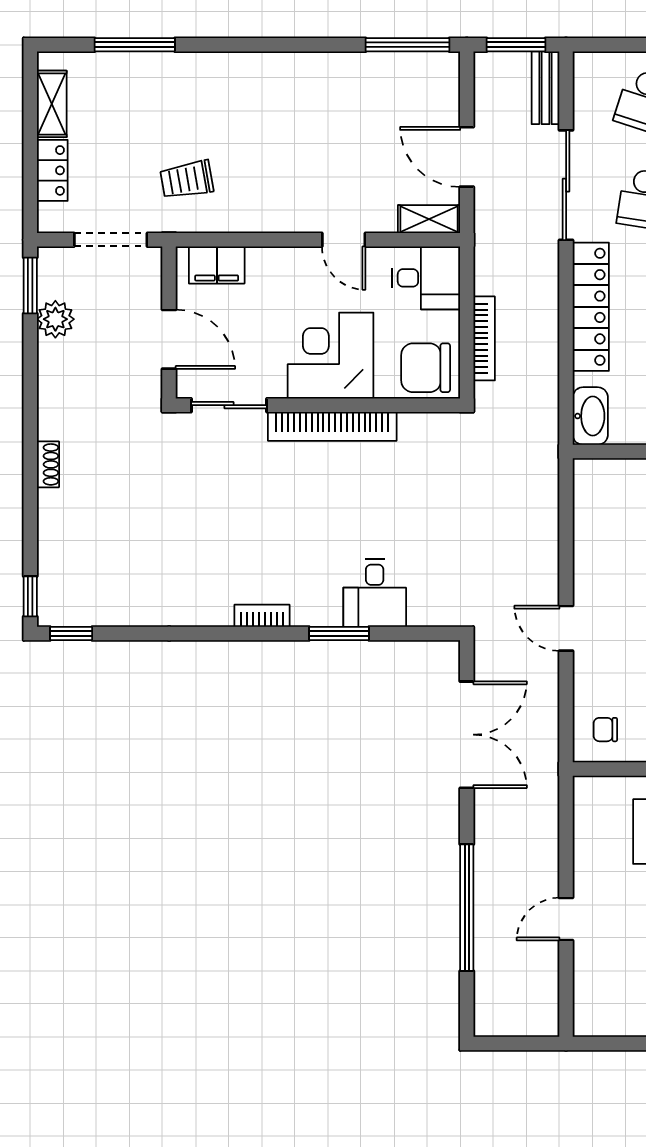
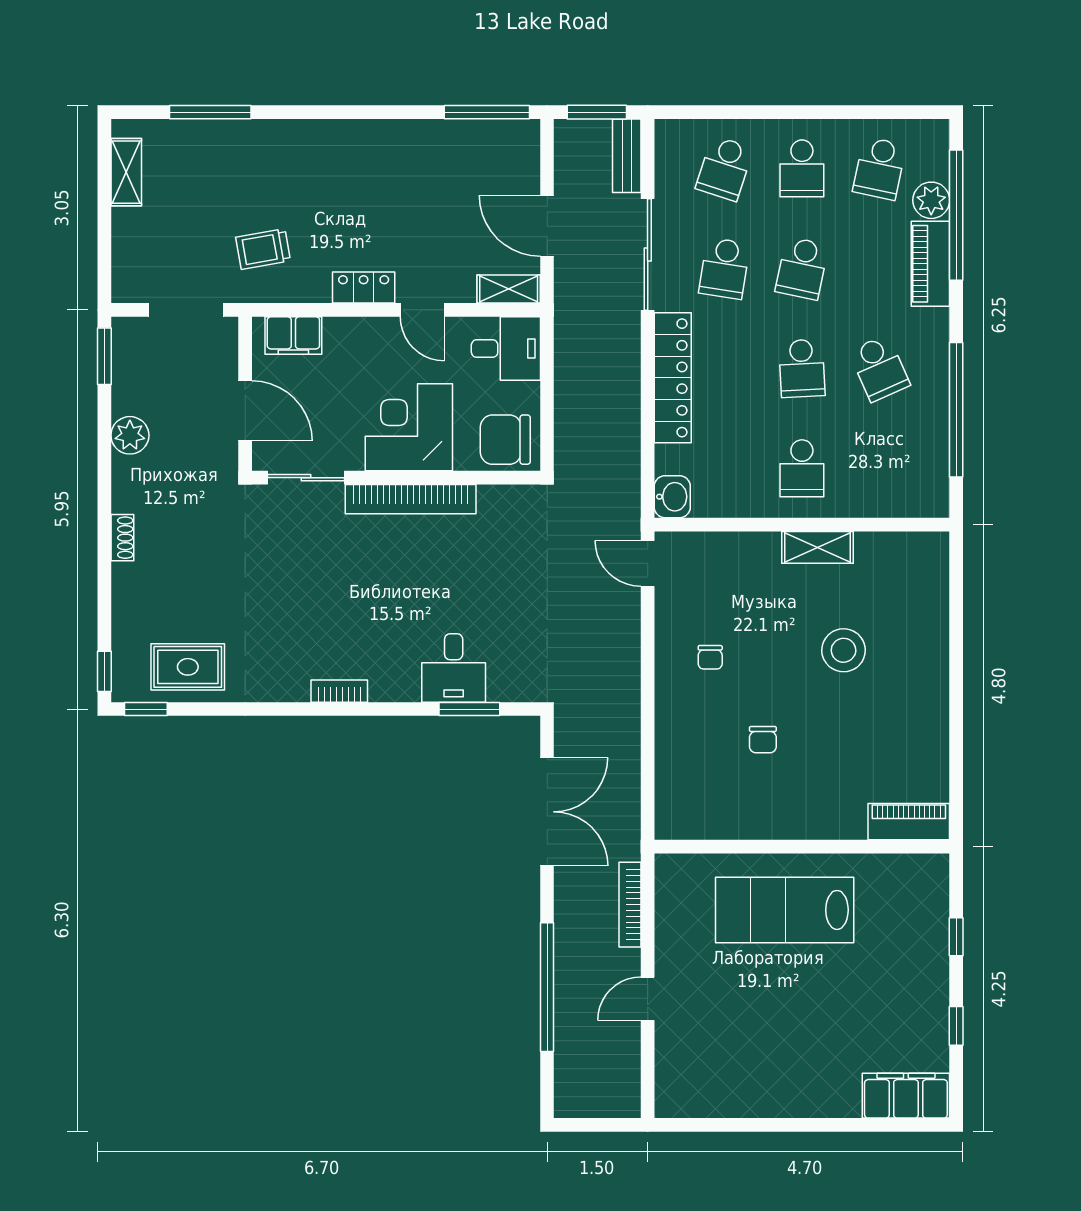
locker: (52, 170) -> (364, 288), moved, turned -90
plant: (55, 319) -> (130, 435), moved
bookcase: (484, 338) -> (630, 905), moved, turned 180
washbasin: (590, 416) -> (672, 497), width x0.72
rug: (113, 592) -> (188, 667), added
door: (566, 628) -> (648, 564), moved
window: (339, 633) -> (469, 709), moved
chair: (605, 730) -> (710, 657), moved, turned -90

